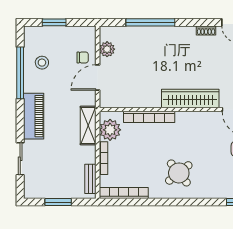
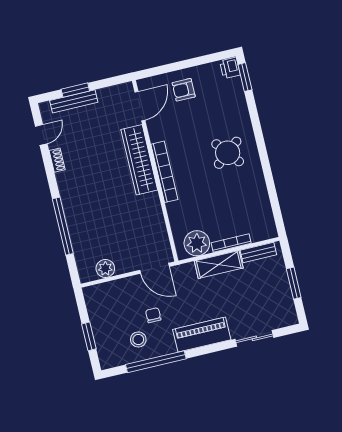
chair: (83, 57) -> (153, 315), moved
door: (98, 77) -> (155, 268), moved
bookcase: (149, 117) -> (164, 172), moved
shelving: (88, 126) -> (219, 265), moved
bookcase: (124, 193) -> (266, 210), removed

